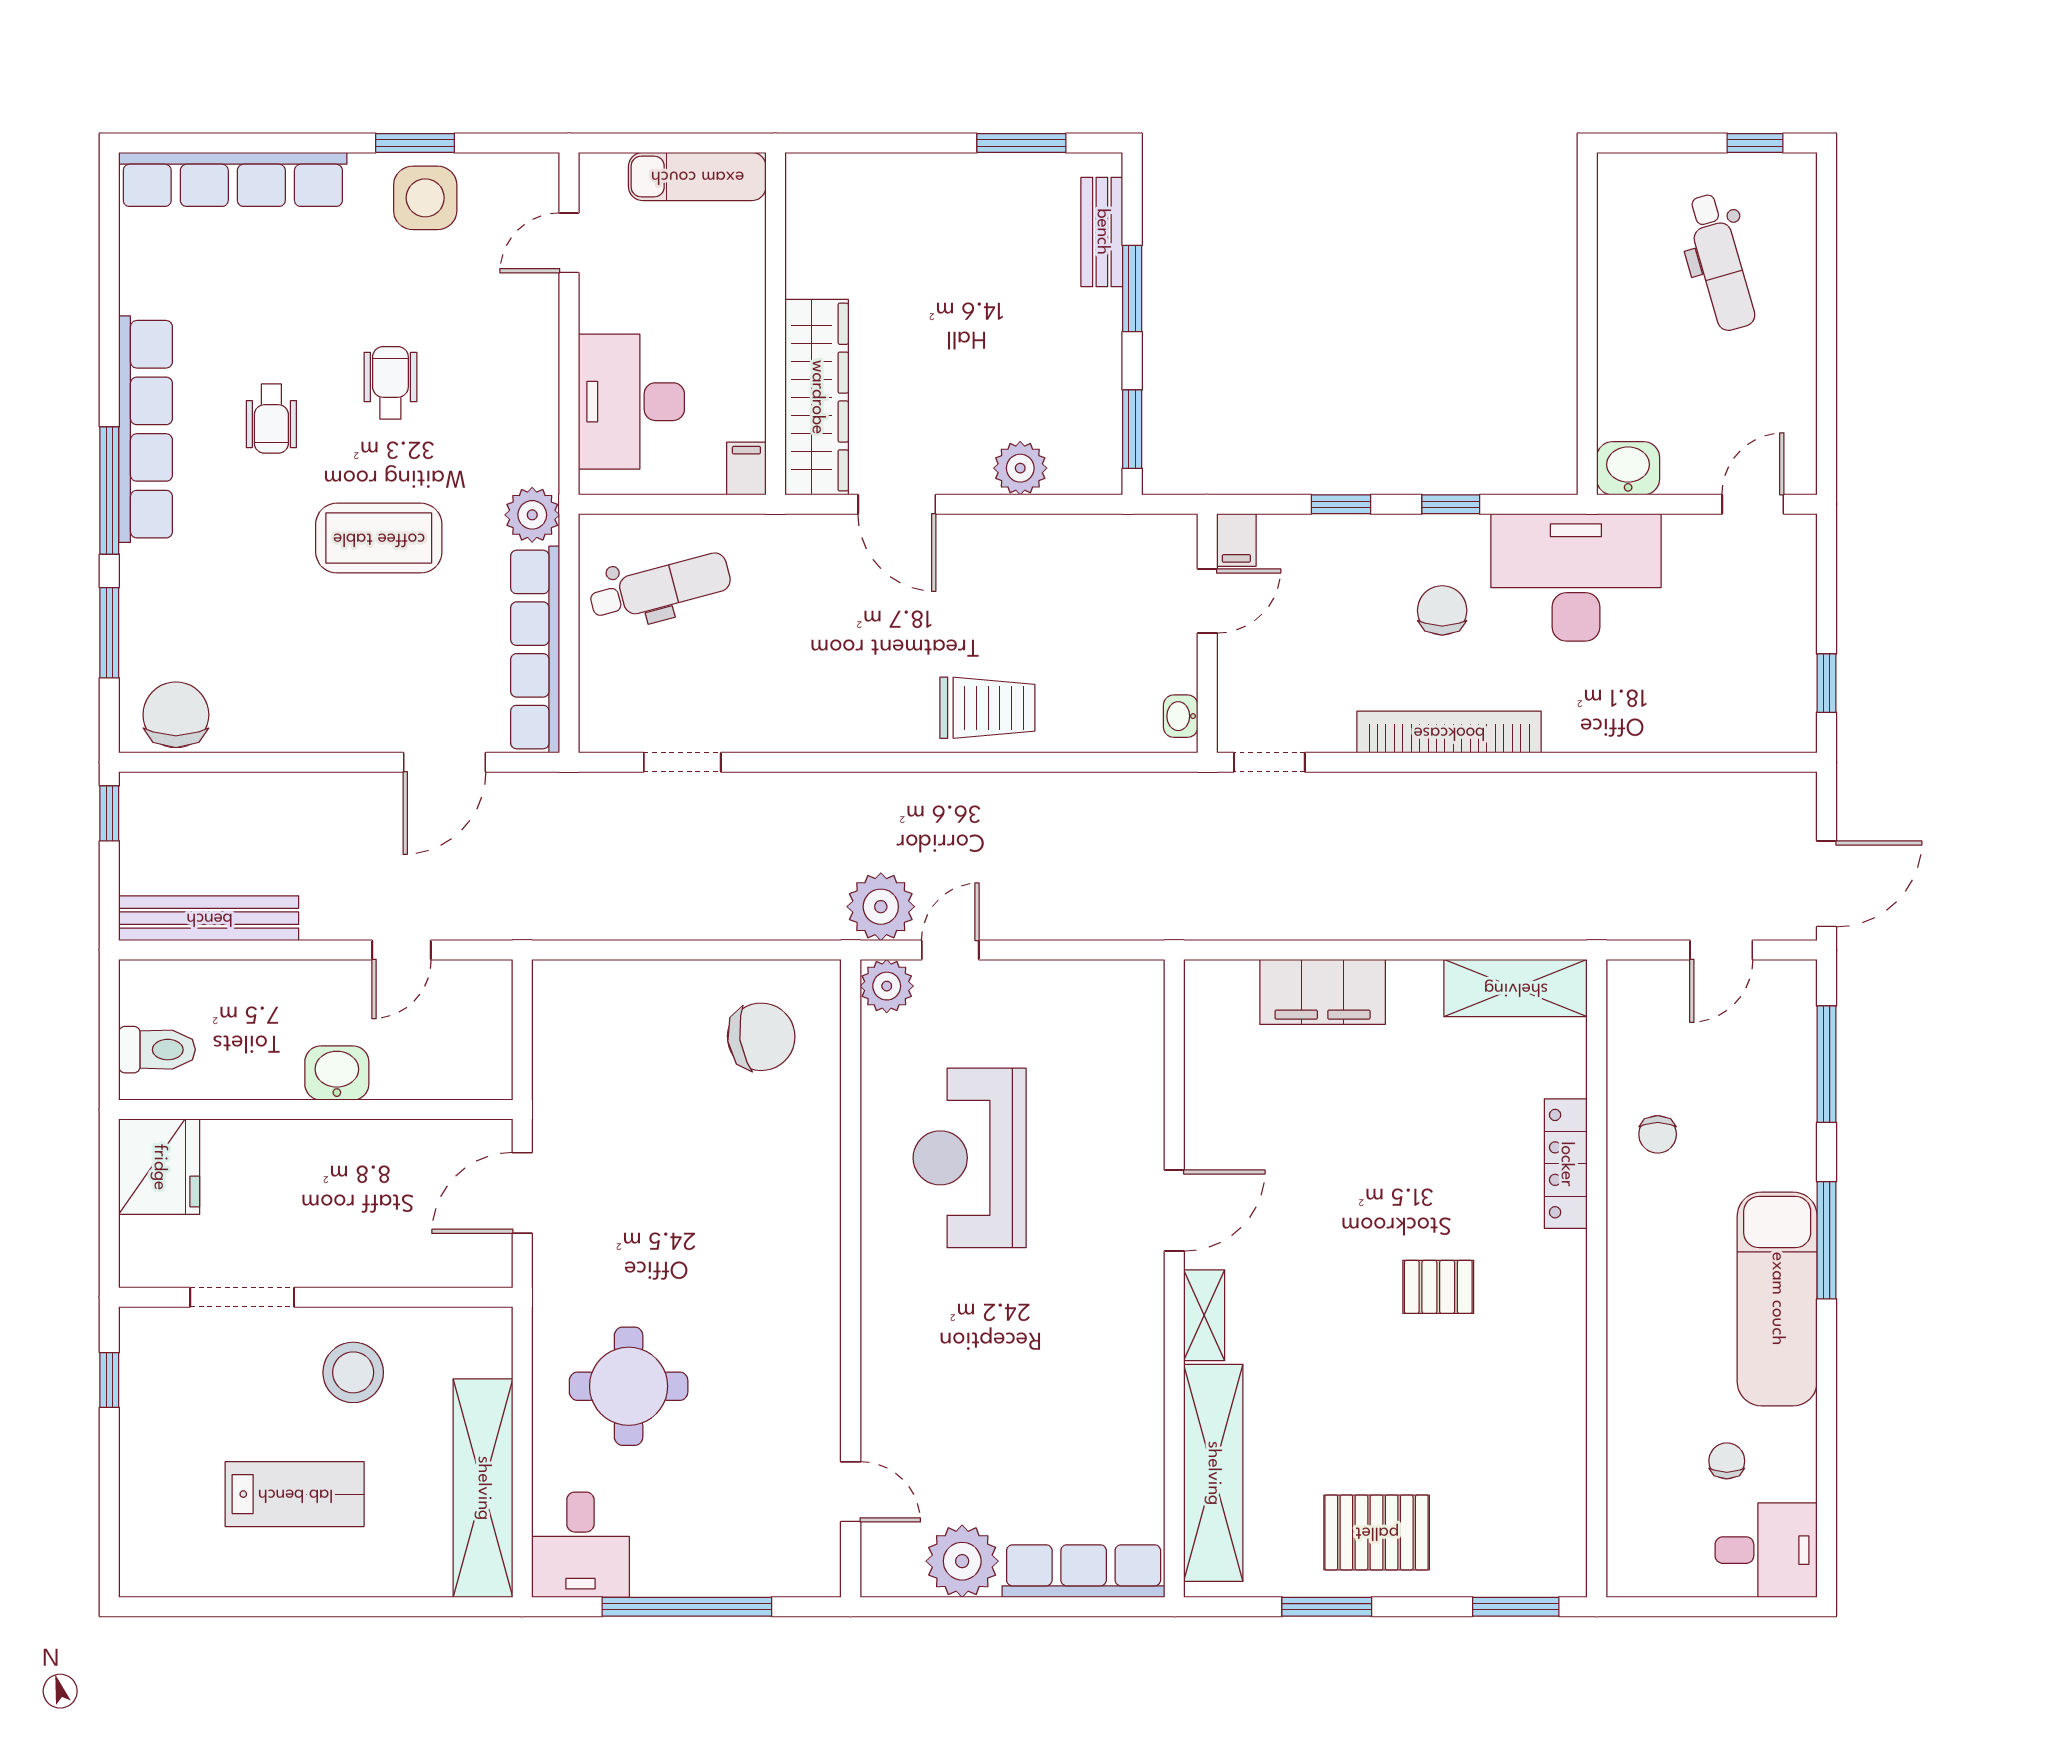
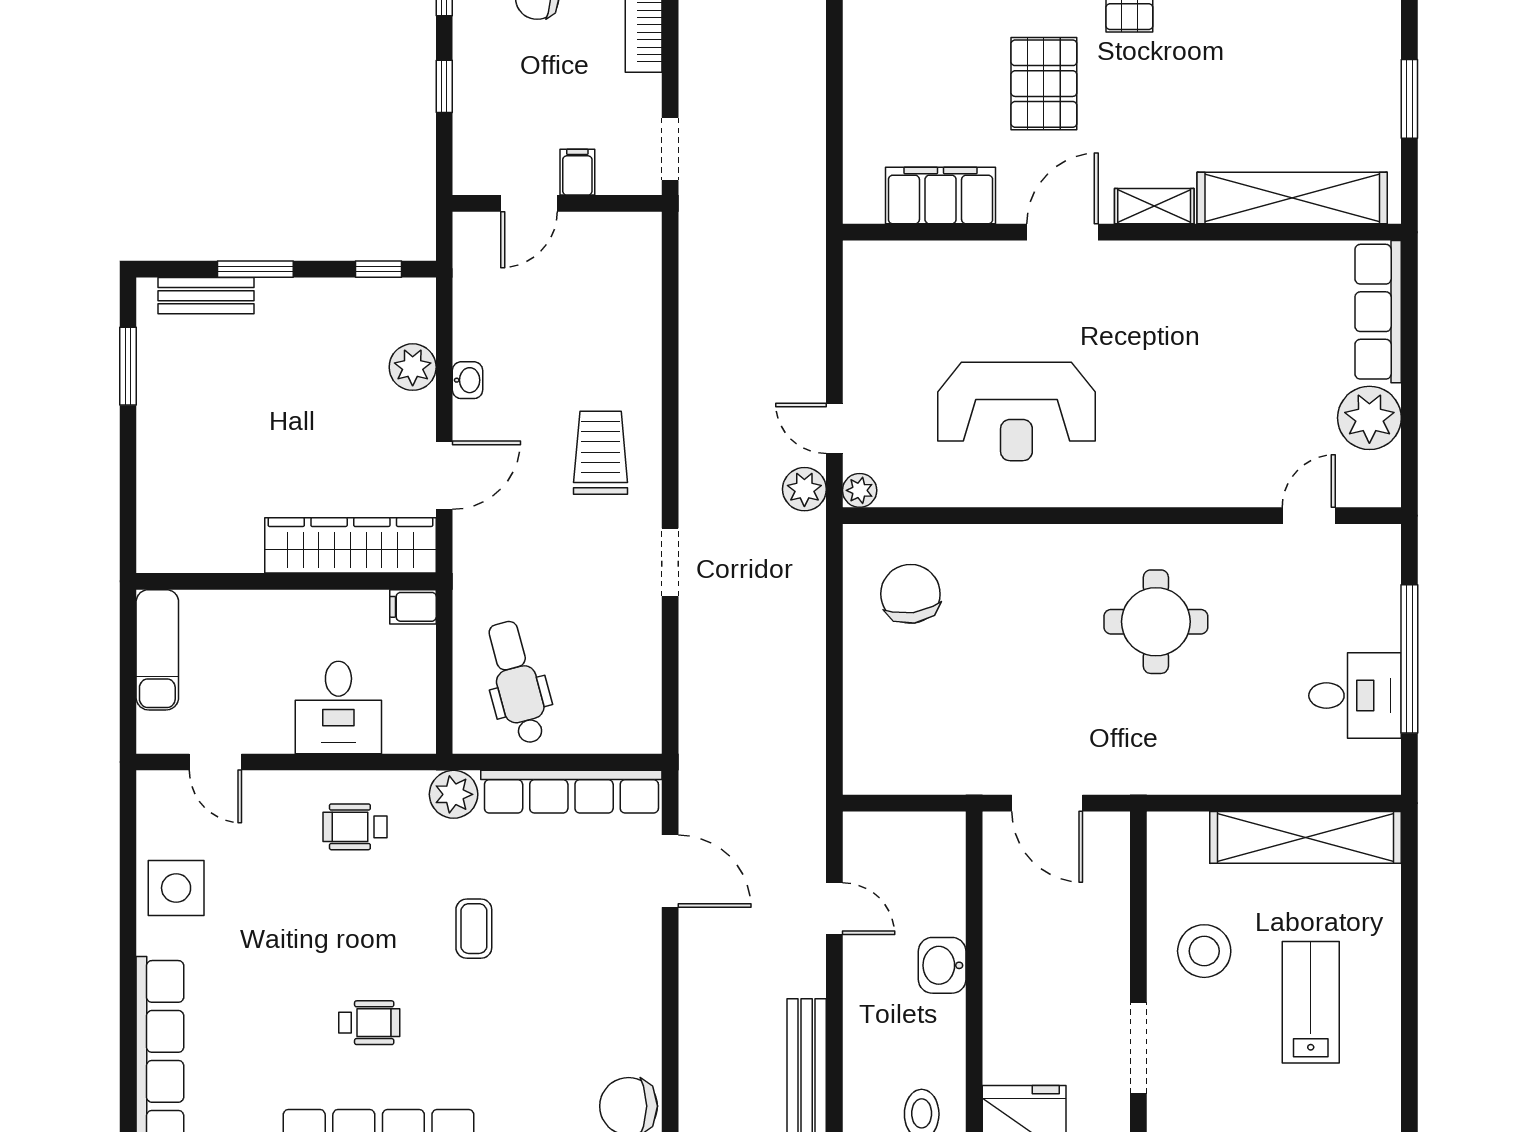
window: (415, 143) -> (128, 897), removed
wheelchair: (390, 383) -> (355, 827), moved
desk: (631, 402) -> (338, 707), width x0.73
window: (1132, 429) -> (378, 269), width x0.67
coffee table: (379, 538) -> (474, 929), width x0.54, depth x0.58
filing cabinet: (1236, 540) -> (577, 172), moved, turned -90
door: (1207, 601) -> (529, 203), swing flipped
trolley: (987, 708) -> (601, 453), moved
washbasin: (1181, 716) -> (467, 380), moved, turned -90
doorway: (682, 762) -> (670, 562), moved
plant: (881, 907) -> (804, 489), width x0.73, depth x0.73
plant: (887, 986) -> (860, 490), width x0.73, depth x0.73
filing cabinet: (1323, 992) -> (941, 196), moved, turned -90
door: (1174, 1211) -> (1063, 232), hinge flipped
round table: (629, 1386) -> (1156, 622), moved
pallet: (1377, 1532) -> (1044, 84), moved
desk: (580, 1545) -> (1355, 696), moved

